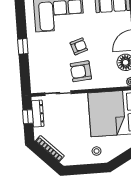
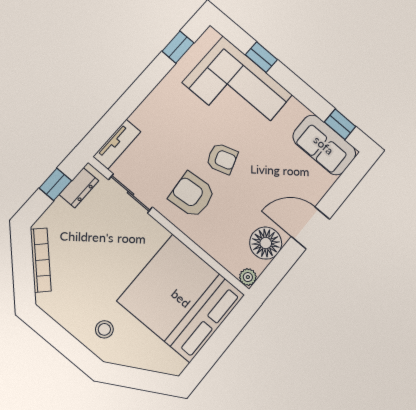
window: (23, 46) -> (178, 47), moved
tv unit: (35, 80) -> (117, 144), added
dresser: (38, 114) -> (79, 188), width x0.70

